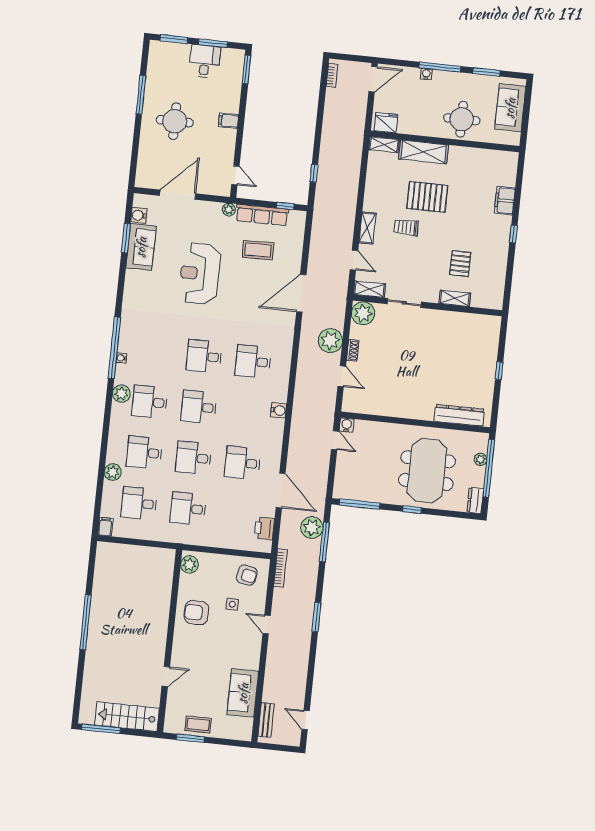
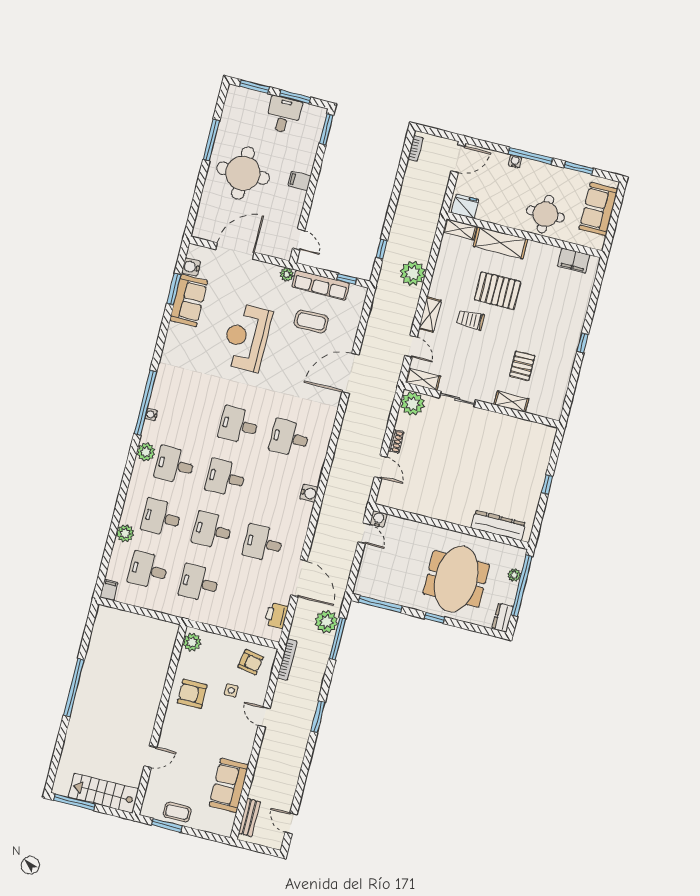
round table: (175, 121) -> (243, 173), width x1.36, depth x1.36
filing cabinet: (505, 201) -> (574, 261), moved, turned -90
plant: (330, 341) -> (413, 273), moved

